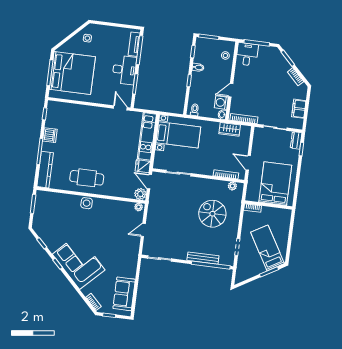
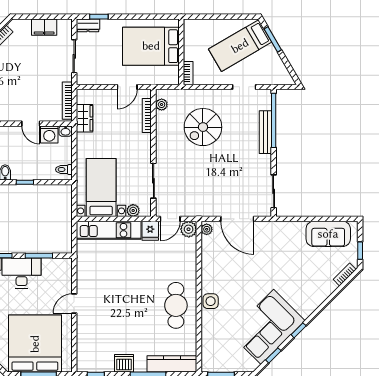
door: (120, 108) -> (74, 303), moved
plant: (159, 156) -> (133, 210), added
door: (143, 230) -> (237, 219), width x1.88
corner sofa: (79, 262) -> (267, 327), moved

